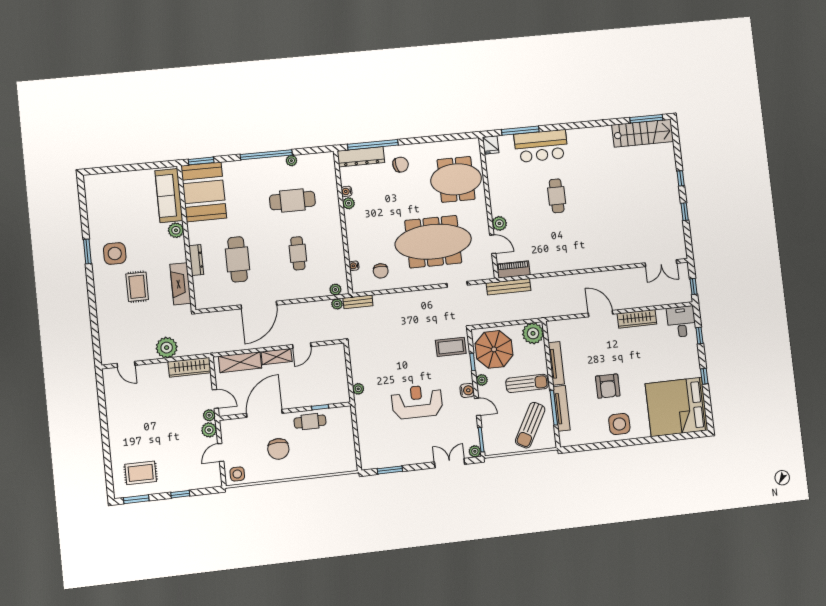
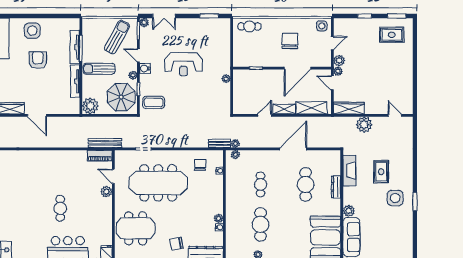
cafe table: (292, 201) -> (260, 224), turned 90
cafe table: (310, 422) -> (249, 26), moved
sun lounger: (530, 425) -> (117, 37), moved

